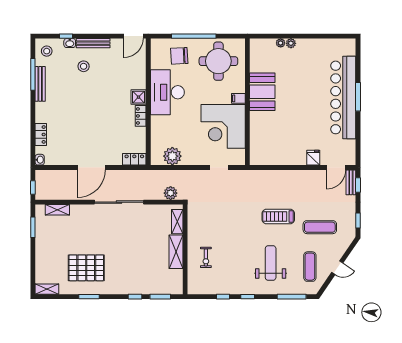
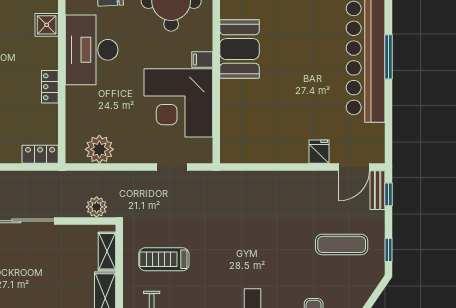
shower: (138, 97) -> (47, 25), moved
treadmill: (278, 216) -> (164, 259), moved
exercise mat: (320, 227) -> (342, 244), moved

